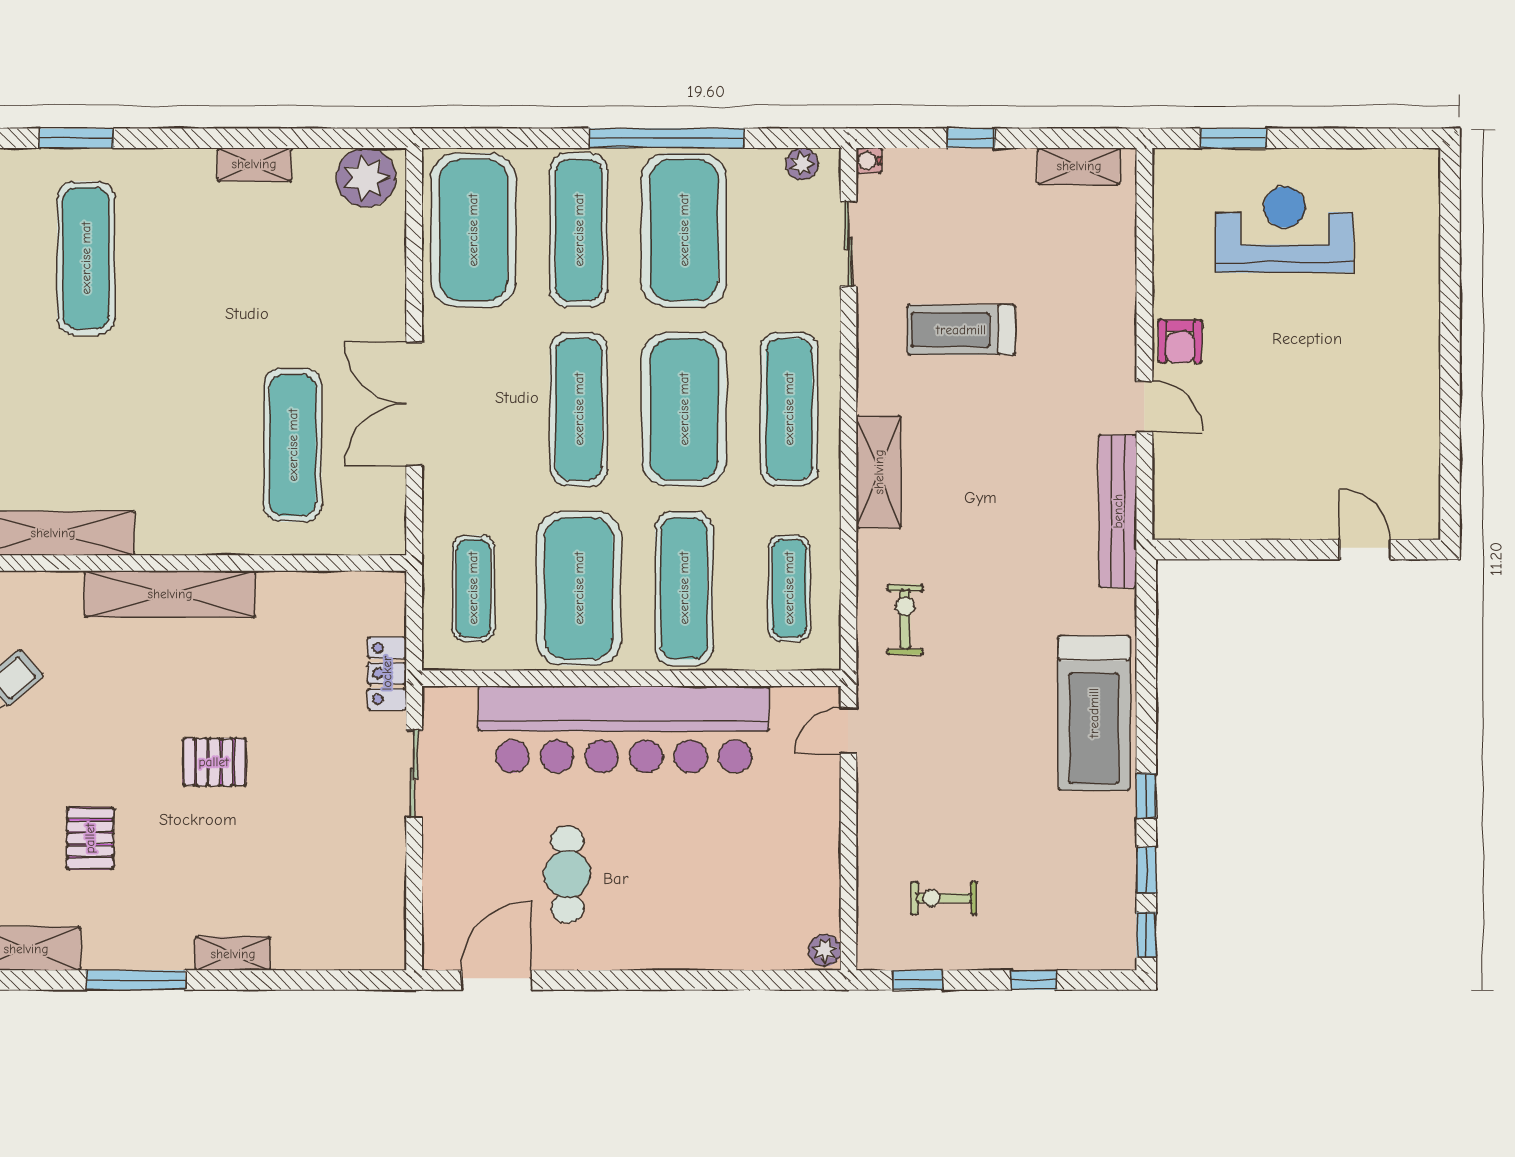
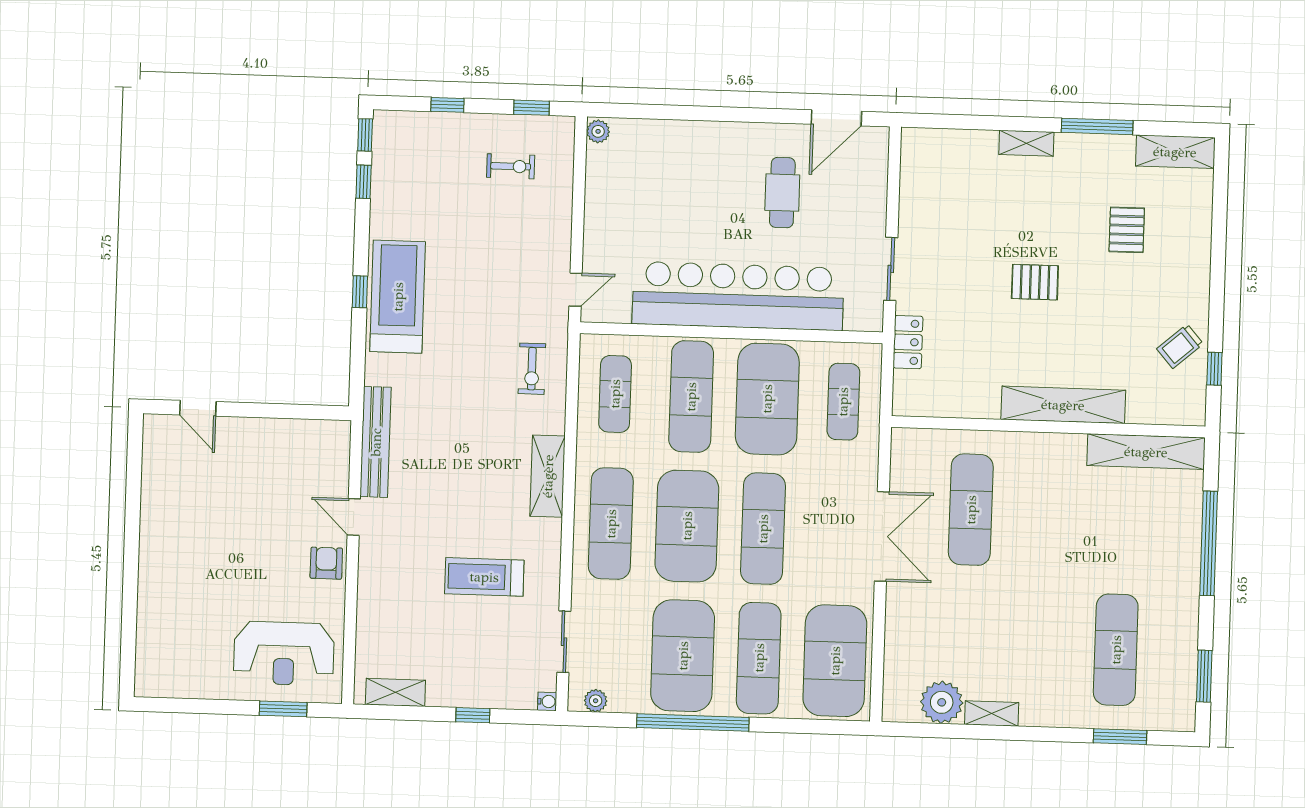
plant: (366, 178) -> (942, 702), moved
reception desk: (1285, 229) -> (284, 653), moved
treadmill: (961, 330) -> (484, 577), turned 180
window: (1146, 796) -> (360, 292), moved

